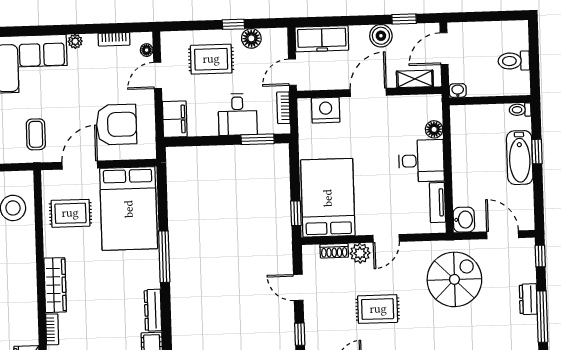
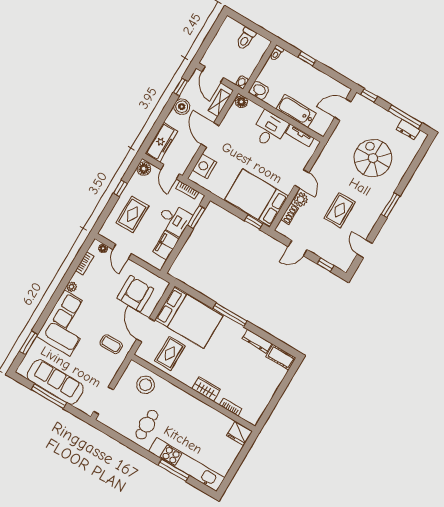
floor lamp: (251, 38) -> (144, 169), moved
filing cabinet: (175, 119) -> (166, 245), moved, turned -90
floor lamp: (434, 129) -> (241, 102), moved
bathtub: (520, 158) -> (296, 111), moved, turned 180
washbasin: (464, 220) -> (259, 90), moved
spiral stairs: (454, 279) -> (373, 158), moved
wardrobe: (55, 285) -> (206, 389), width x0.67
dresser: (528, 299) -> (408, 129), moved

